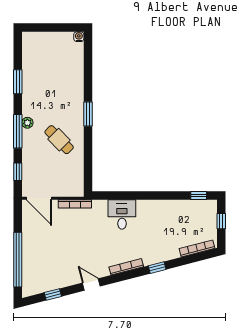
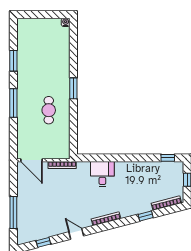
plant: (27, 123) -> (22, 96), removed
cafe table: (59, 140) -> (49, 110), turned 45
window: (18, 172) -> (13, 138), removed
window: (18, 260) -> (13, 213), width x0.68
window: (157, 268) -> (146, 216), moved

